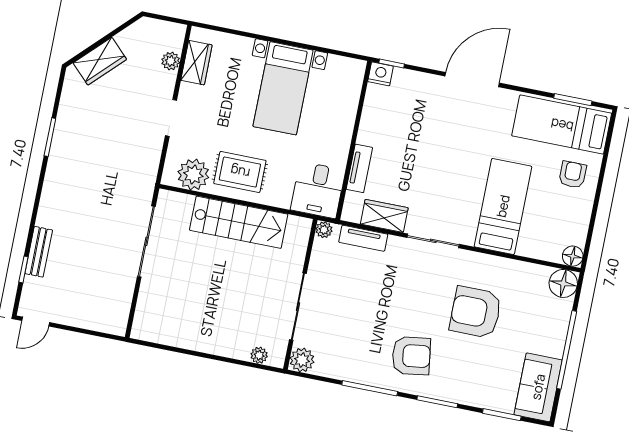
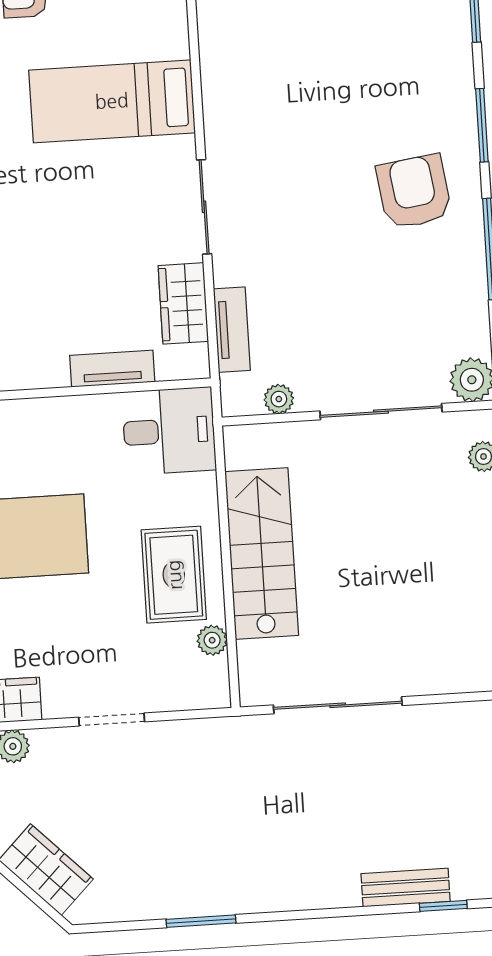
plant: (193, 175) -> (212, 640), width x0.53, depth x0.53
plant: (324, 230) -> (279, 399), moved
armchair: (476, 312) -> (308, 100), removed

